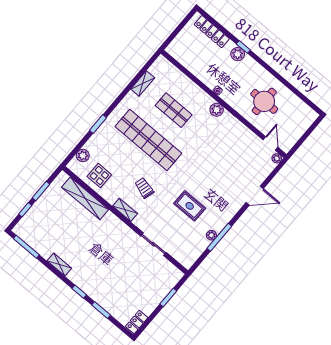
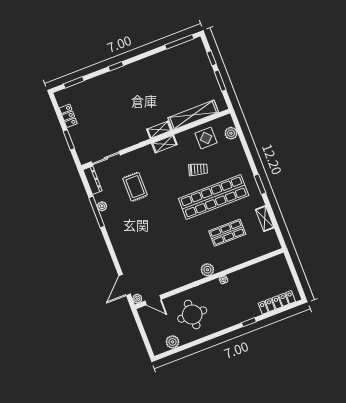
plant: (238, 54) -> (172, 342), moved
window: (98, 124) -> (260, 184), moved
trolley: (144, 188) -> (198, 169), moved
door: (255, 196) -> (125, 285), moved
rug: (190, 206) -> (135, 187), moved, turned 90
sliding door: (153, 244) -> (106, 158), moved
dresser: (193, 257) -> (92, 180), added
shelving: (59, 265) -> (159, 130), moved
window: (101, 310) -> (74, 82), moved
locker: (137, 322) -> (68, 116), moved

